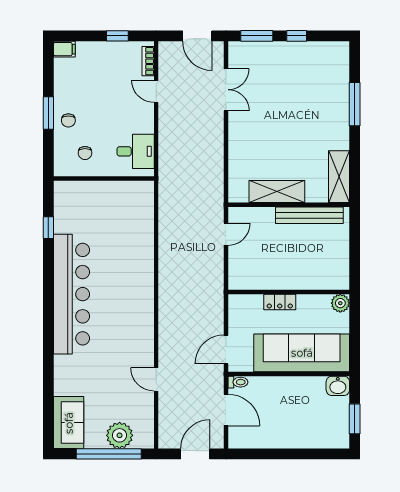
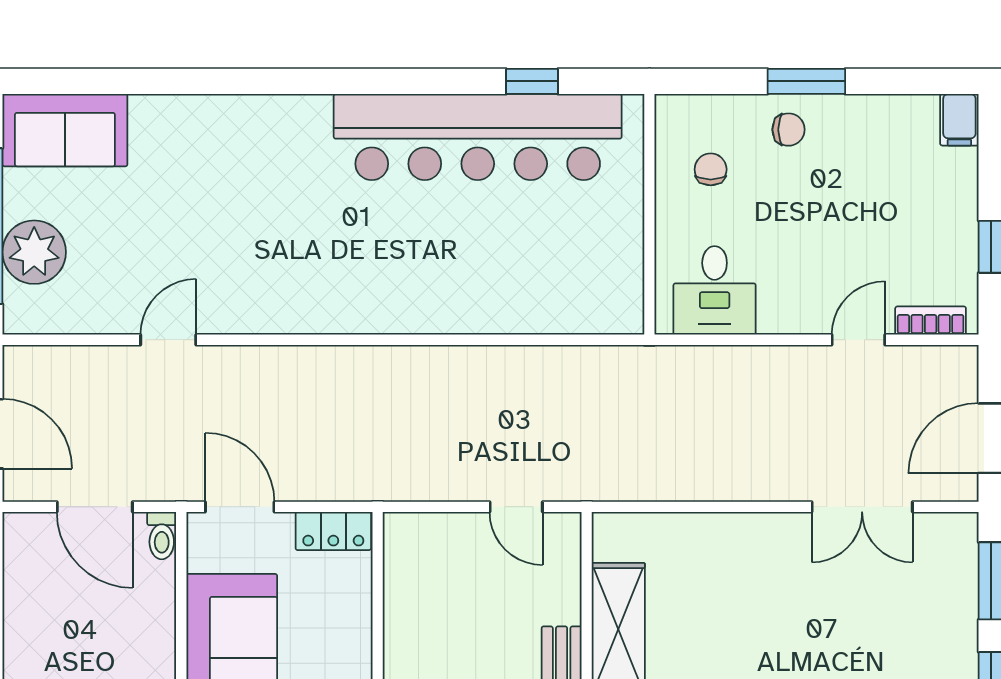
chair: (68, 120) -> (788, 130), turned 180
chair: (85, 153) -> (711, 169), turned 90
bar counter: (71, 294) -> (478, 137), moved
locker: (280, 302) -> (333, 531), moved, turned -90
door: (226, 410) -> (95, 507), hinge flipped

